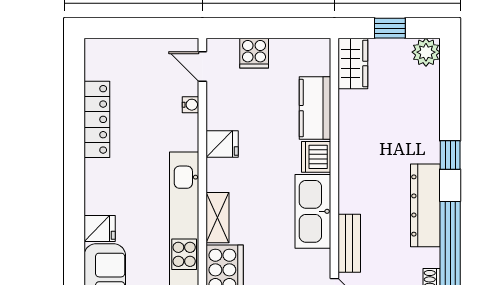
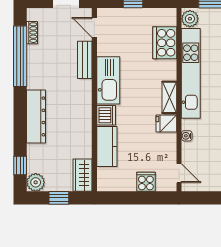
water cooler: (190, 105) -> (187, 136), moved
window: (450, 155) -> (20, 165), moved
dresser: (425, 205) -> (36, 116), moved
shelving: (217, 218) -> (169, 97), moved

